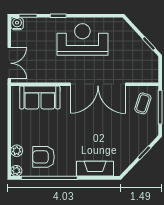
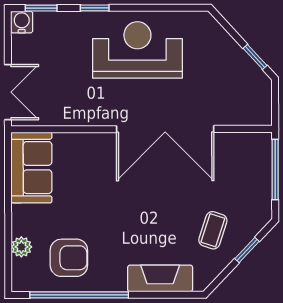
sofa: (40, 97) -> (31, 168), moved, turned -90
coffee table: (143, 103) -> (213, 230), moved
armchair: (43, 157) -> (69, 258), turned 180
plant: (16, 171) -> (21, 282), removed

